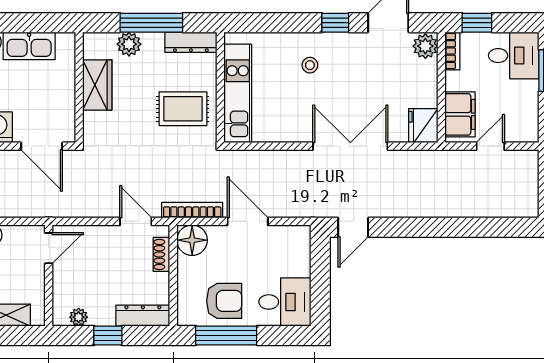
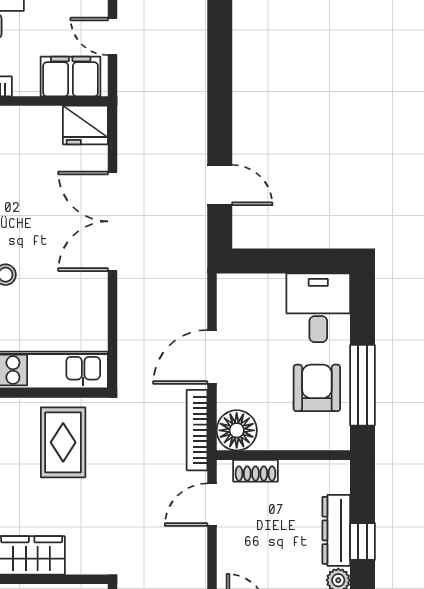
door: (353, 227) -> (220, 185), moved
dresser: (143, 316) -> (336, 530), moved

